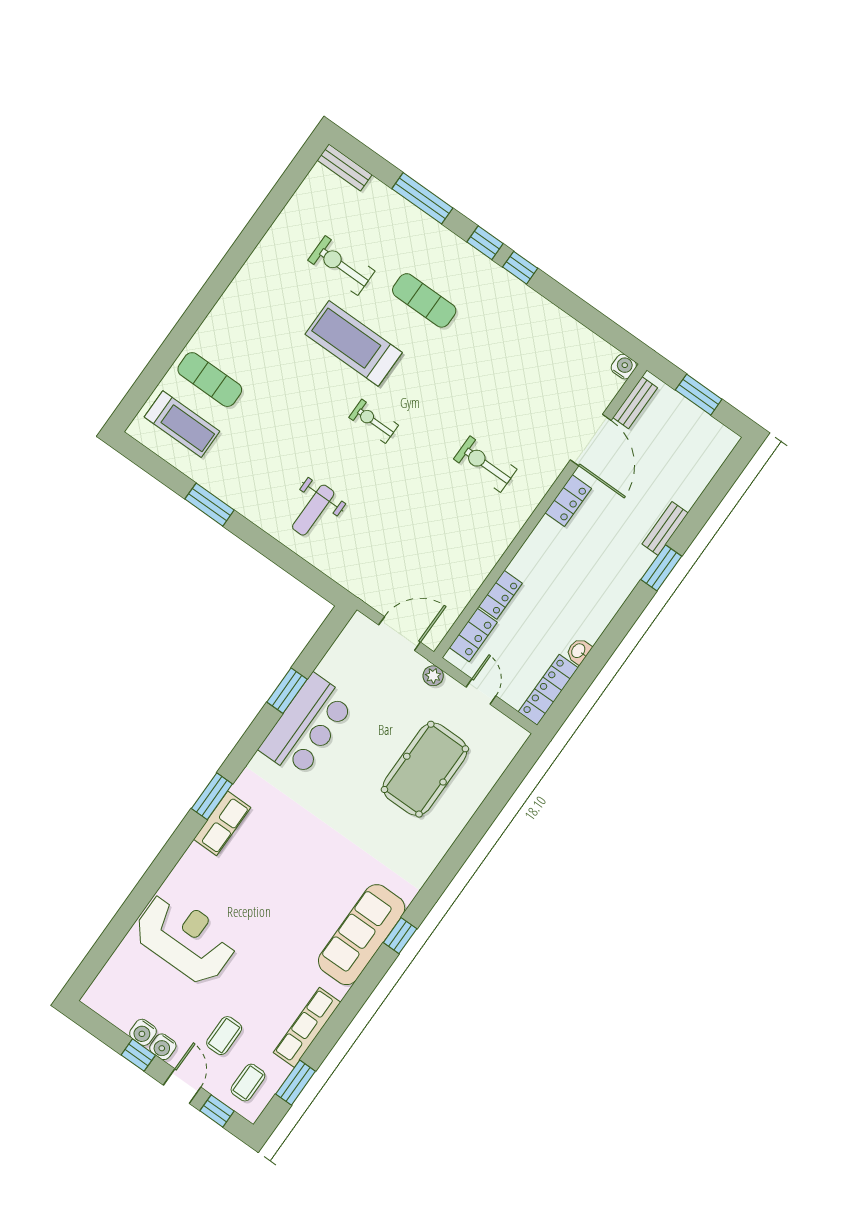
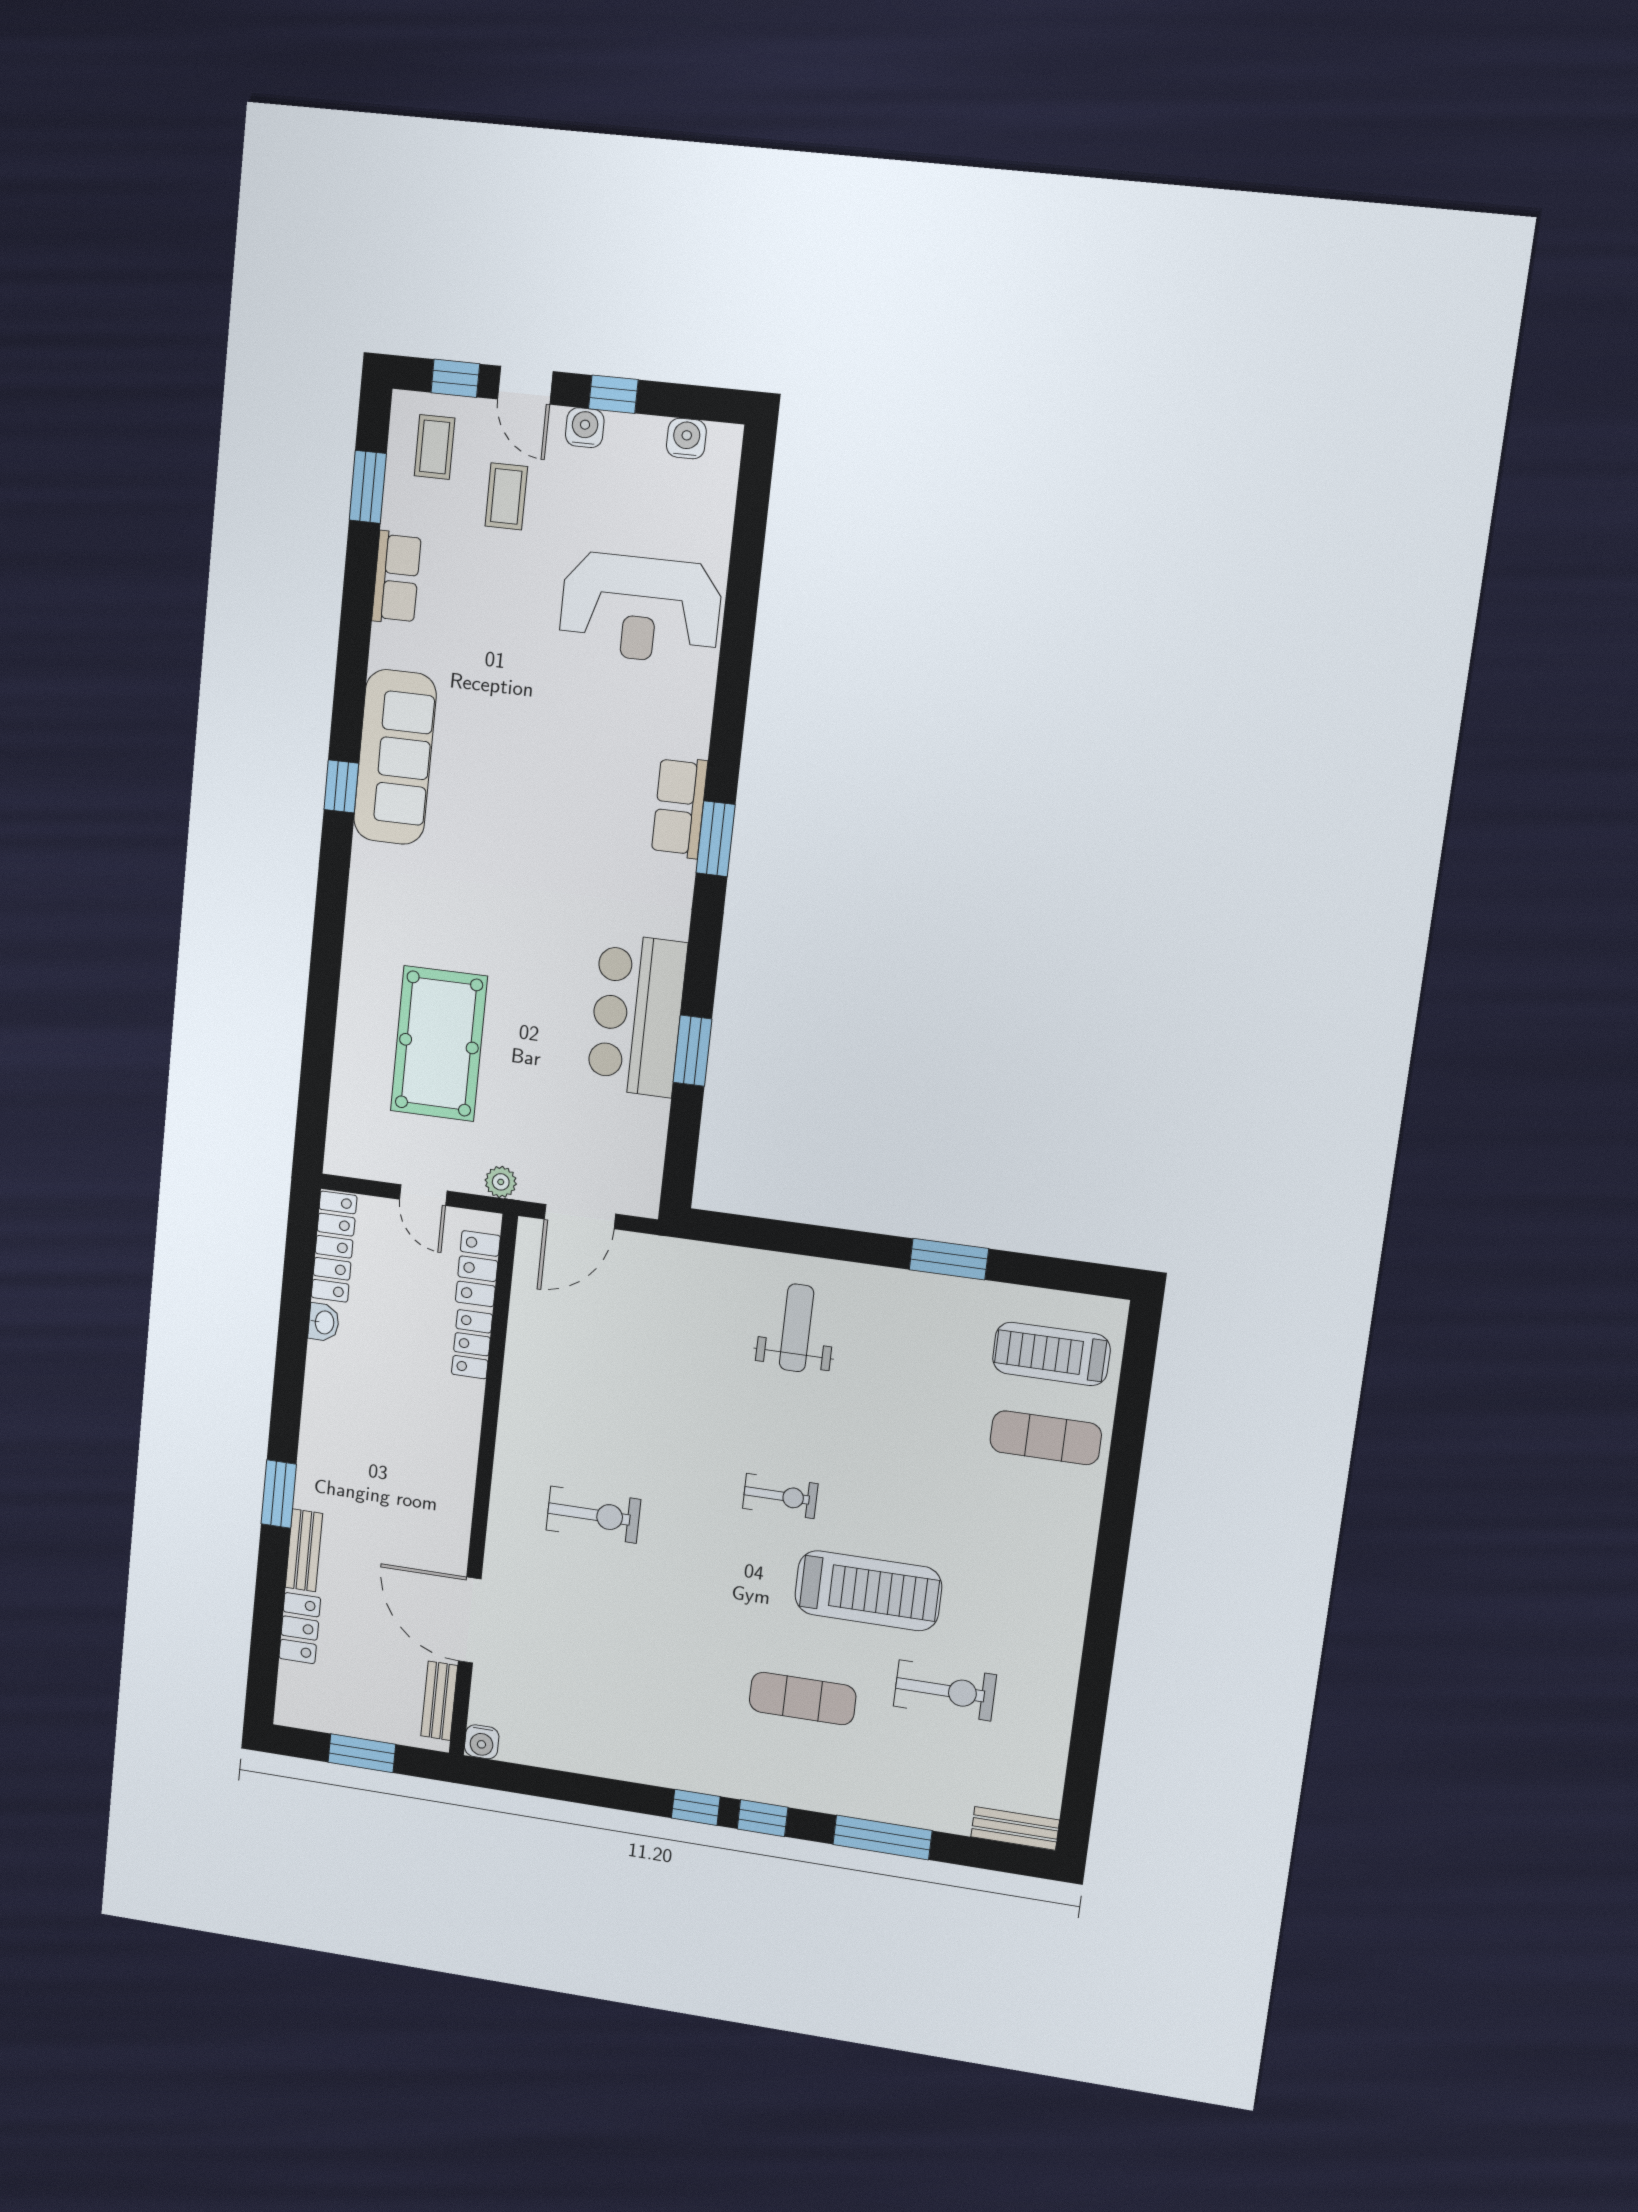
locker: (568, 501) -> (300, 1628), moved, turned 180
row of seats: (307, 1027) -> (396, 578), width x0.68
water cooler: (143, 1032) -> (686, 438), moved

